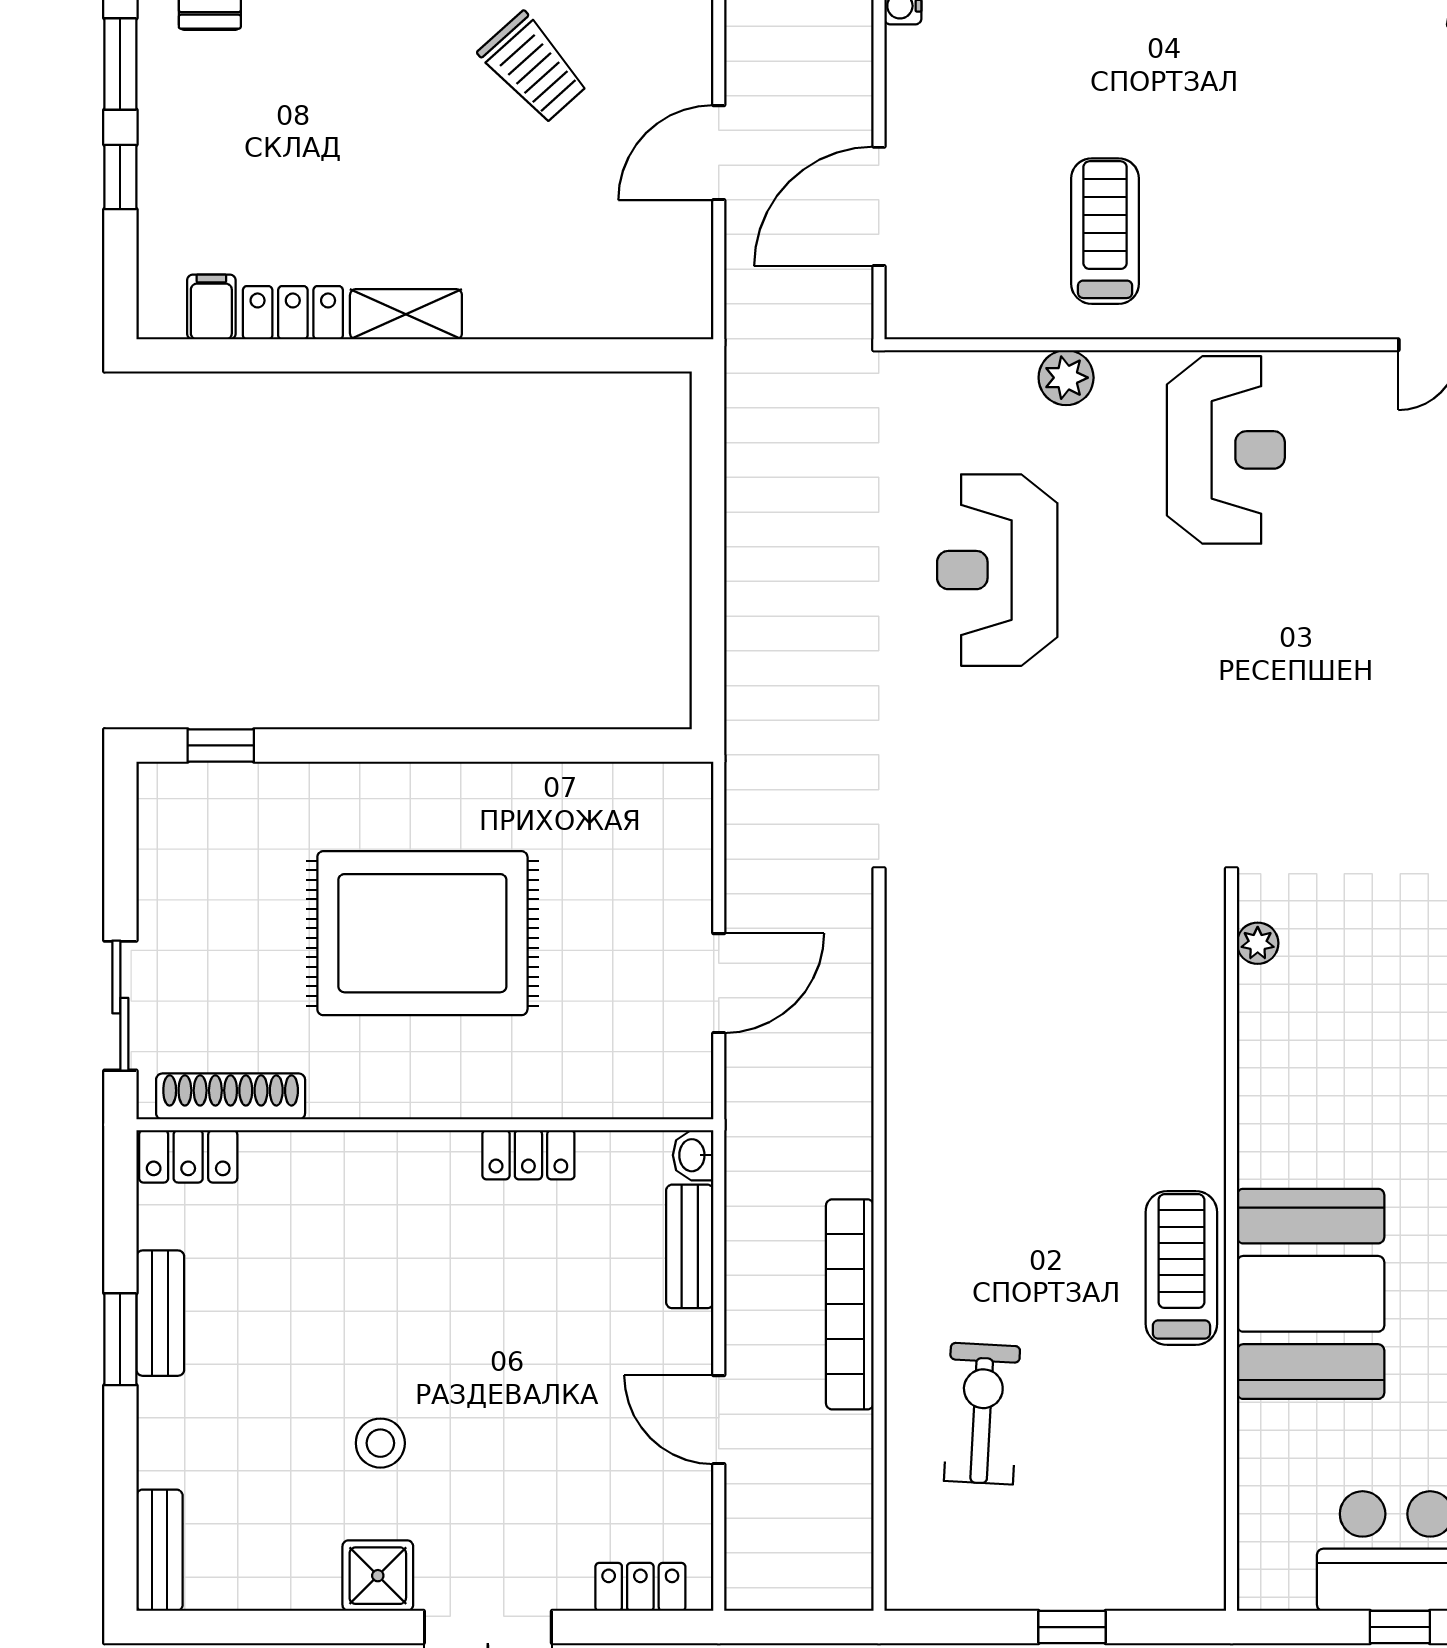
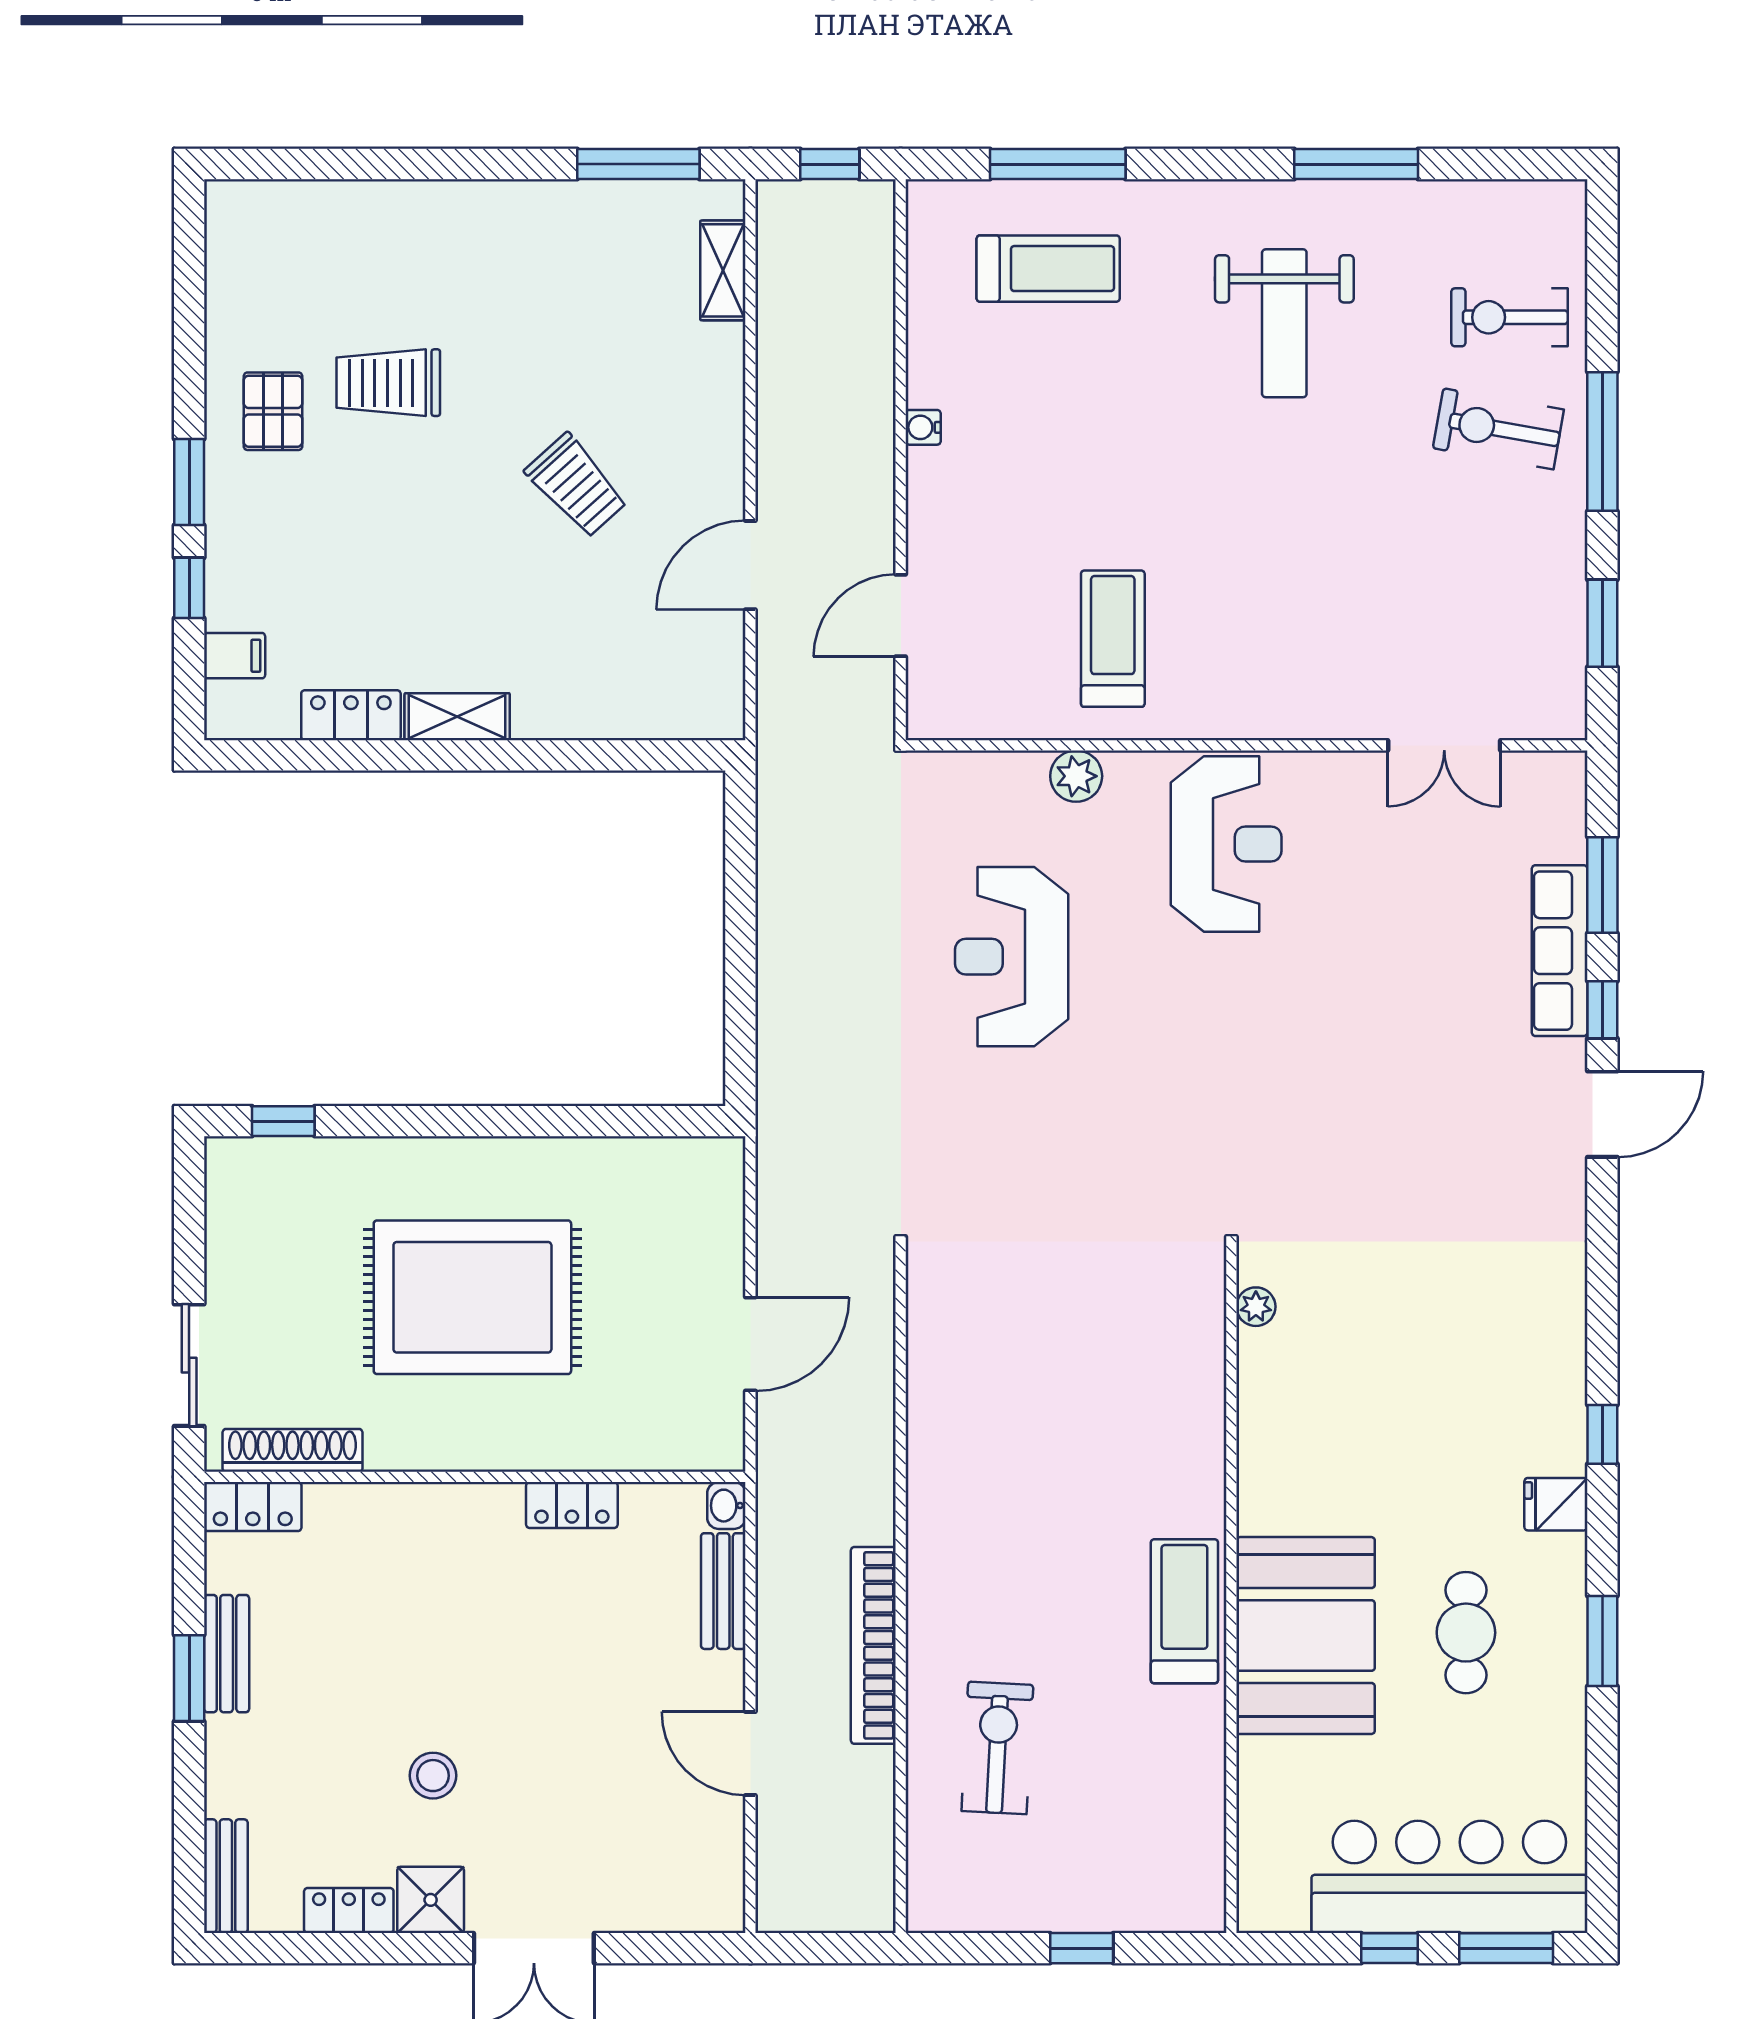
door: (879, 206) -> (901, 616), width x0.73
filing cabinet: (211, 307) -> (235, 656), moved, turned 90
locker: (640, 1587) -> (349, 1910), moved

